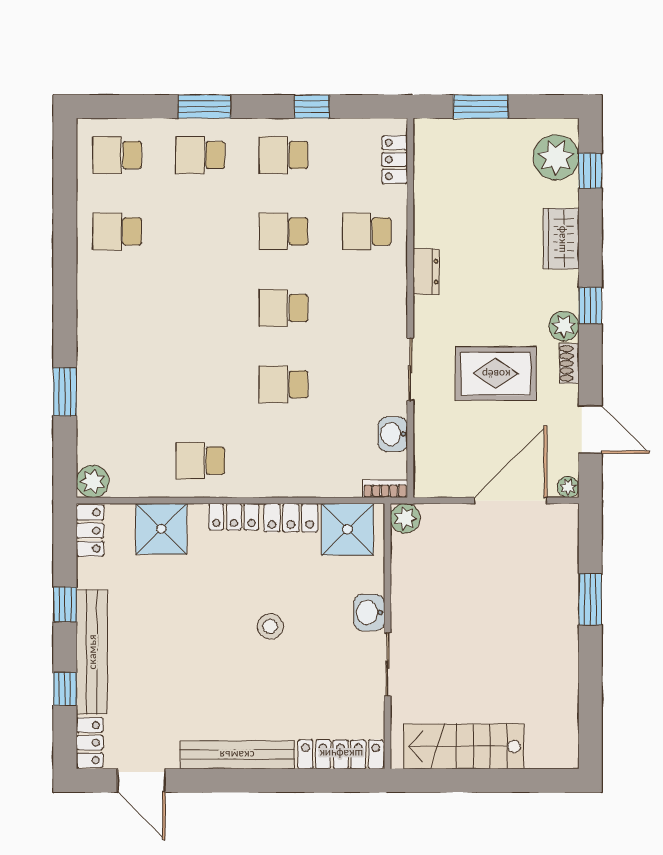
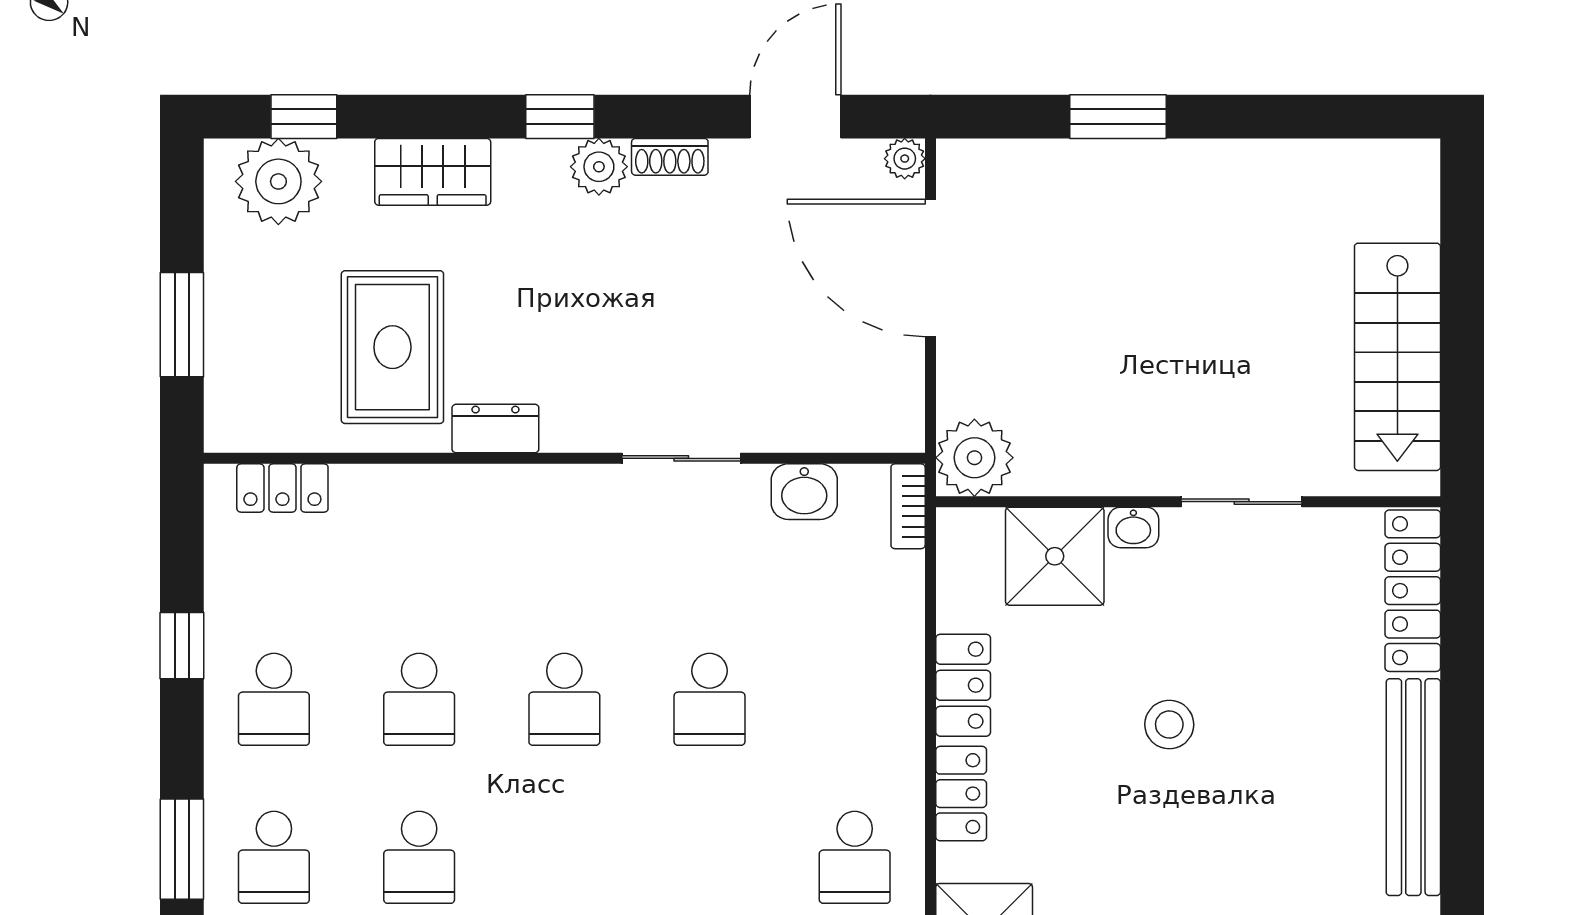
school desk: (367, 231) -> (419, 857), moved
rug: (496, 374) -> (392, 347), moved
plant: (405, 518) -> (974, 458), width x1.36, depth x1.36
shower: (347, 529) -> (1055, 556), moved
washbasin: (369, 612) -> (1133, 527), width x0.72, depth x0.69

